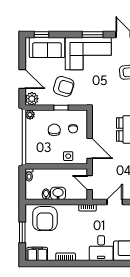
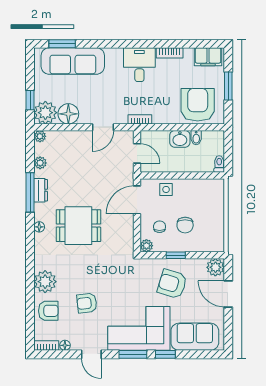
window: (42, 35) -> (165, 354), moved
plant: (30, 115) -> (146, 246), moved
door: (90, 148) -> (137, 200), hinge flipped
desk: (101, 248) -> (139, 65), moved

